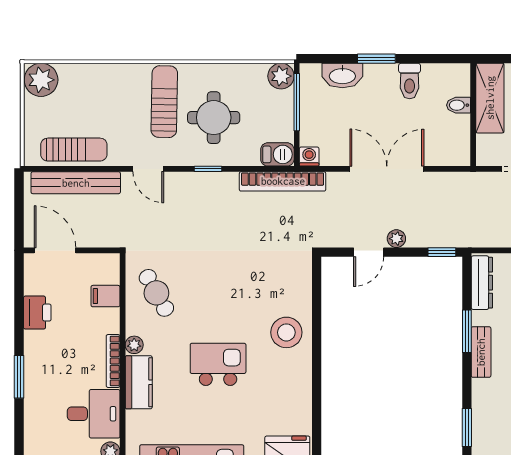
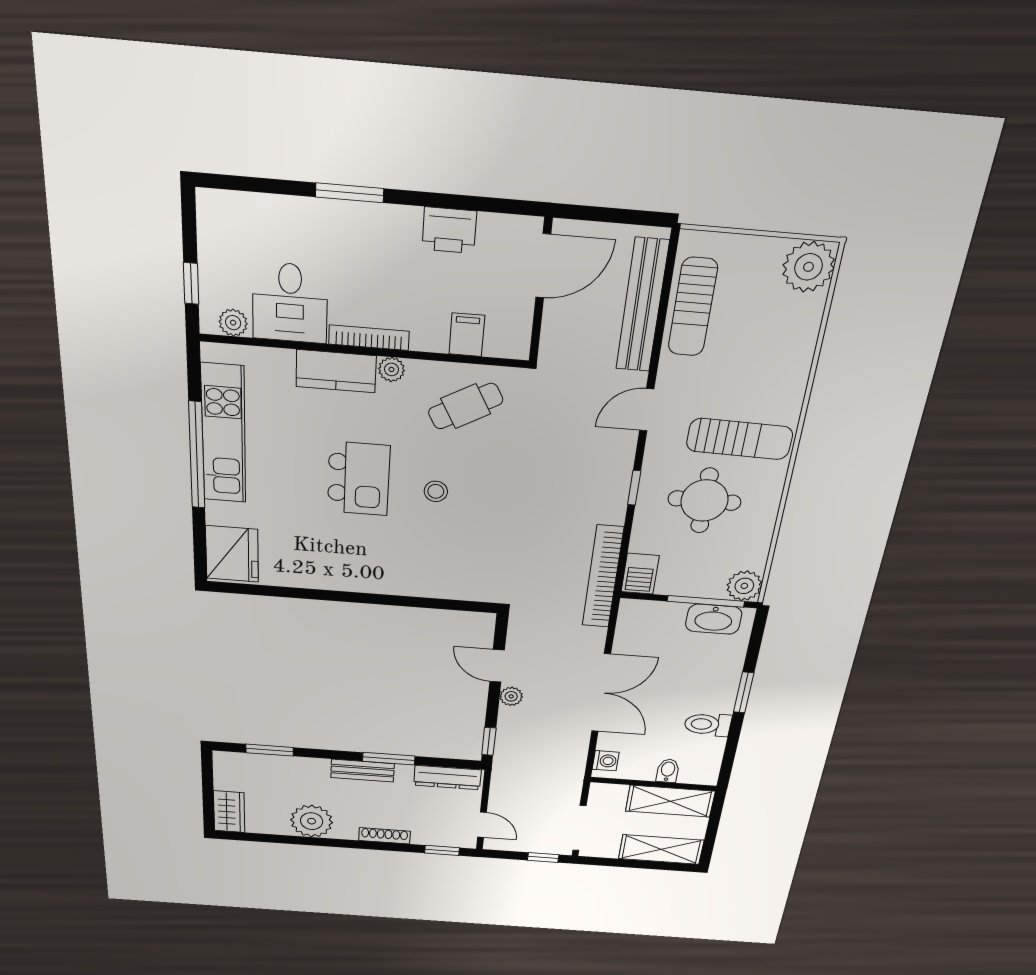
washbasin: (342, 75) -> (714, 619), moved, turned -90
washing machine: (309, 157) -> (606, 761), moved
stool: (286, 332) -> (436, 491), moved, width x0.53, depth x0.53

